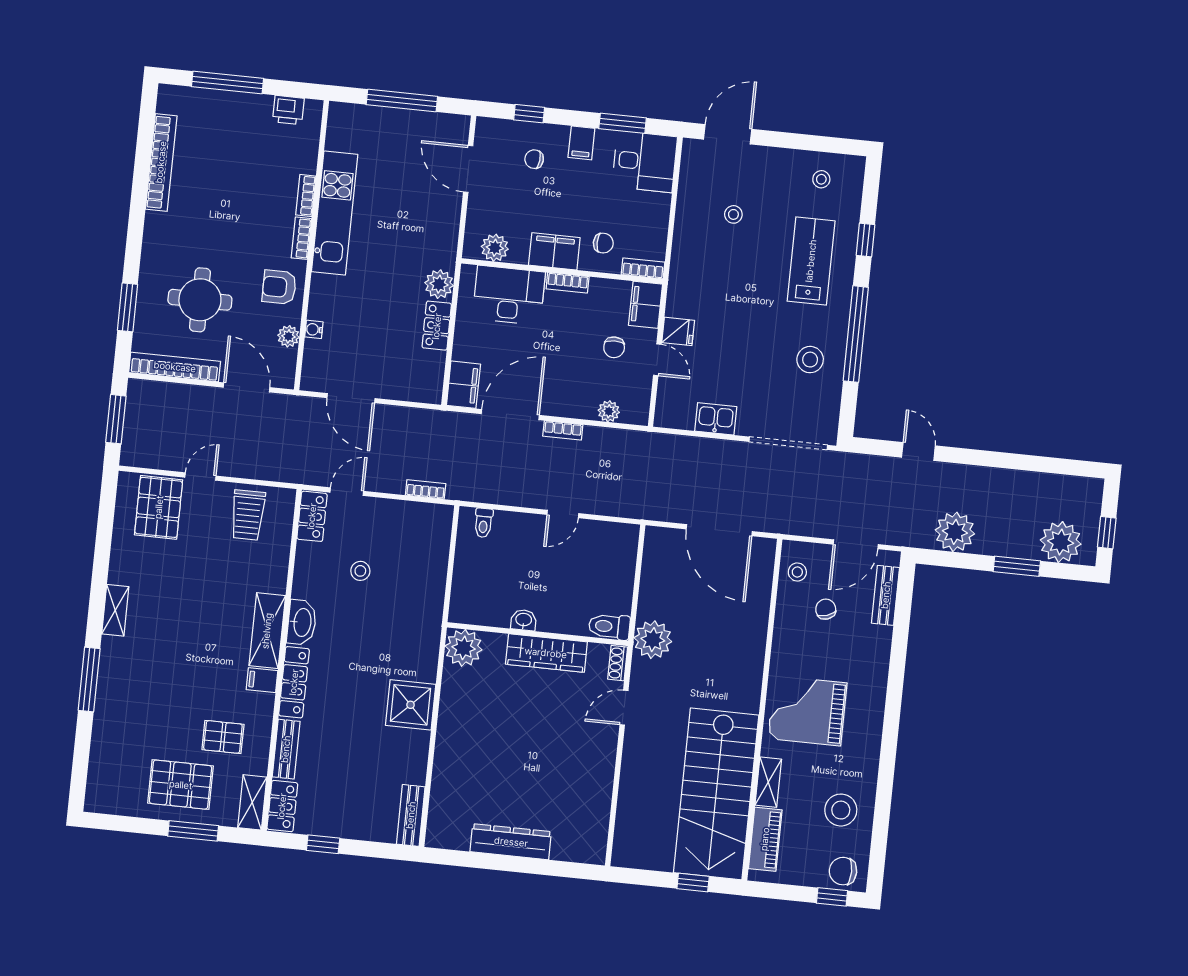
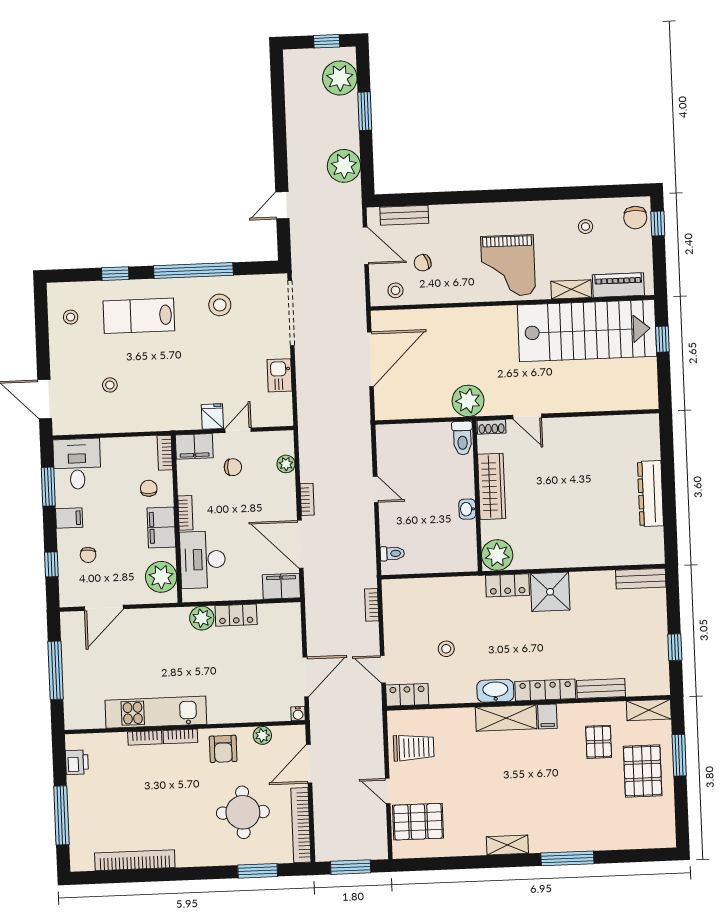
plant: (495, 248) -> (161, 577), width x1.36, depth x1.36
water cooler: (314, 329) -> (298, 714), moved
locker: (282, 806) -> (507, 585), moved, turned 180
stool: (841, 810) -> (586, 227), width x0.53, depth x0.53

